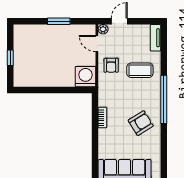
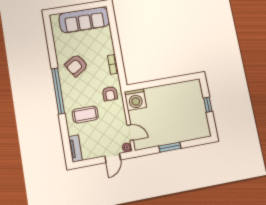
armchair: (111, 65) -> (110, 94), moved, turned 180

